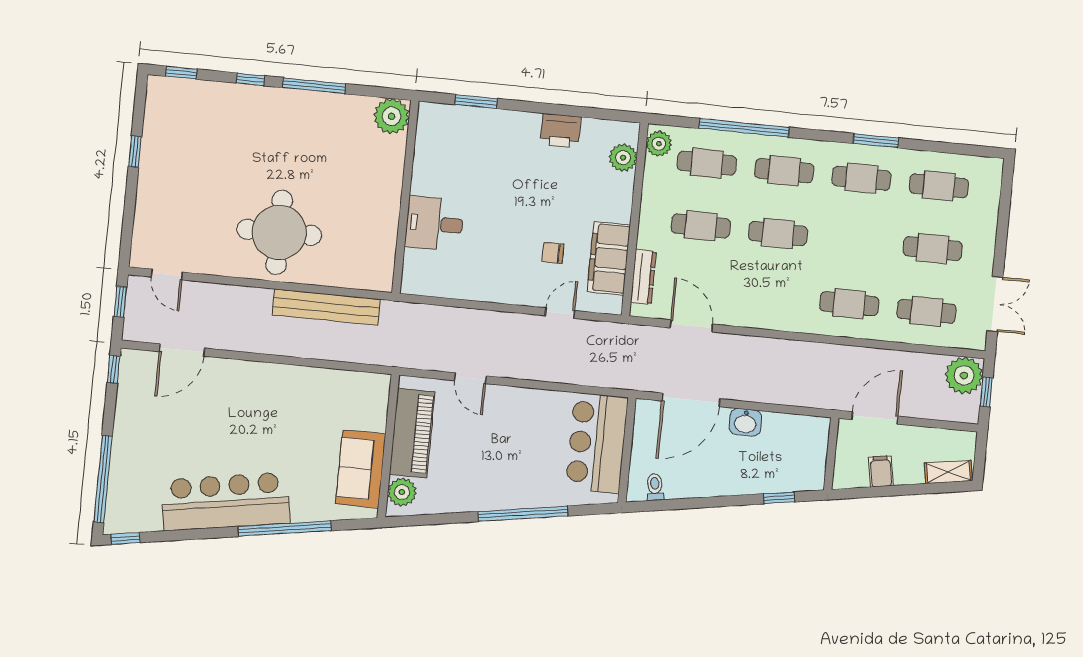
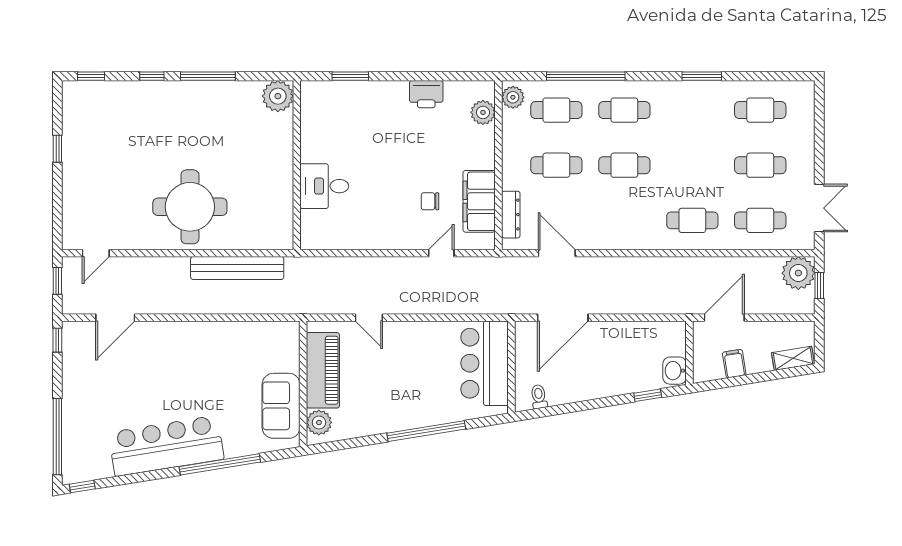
cafe table: (861, 178) -> (692, 110), removed
door: (167, 275) -> (96, 253), hinge flipped
washbasin: (745, 422) -> (675, 371), moved, turned 90

